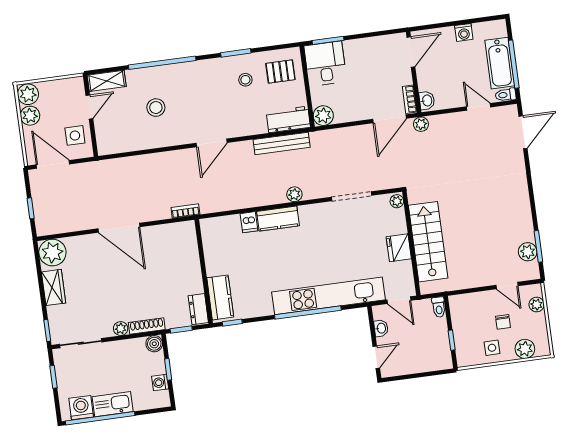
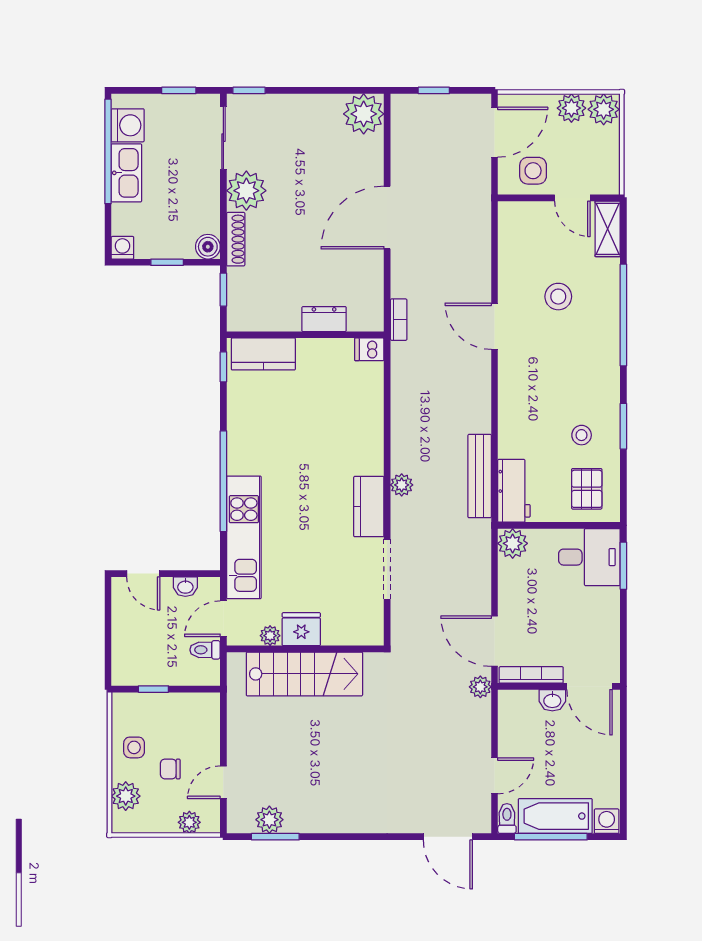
washing machine: (464, 32) -> (607, 821), moved, turned 90
bookcase: (410, 99) -> (531, 675), width x1.56
washbasin: (427, 101) -> (552, 700), moved
door: (212, 143) -> (495, 326), moved
plant: (397, 201) -> (270, 636), moved
kitchen counter: (278, 219) -> (369, 507), moved
dishwasher: (249, 222) -> (369, 349), moved
wardrobe: (54, 287) -> (312, 109), removed
kitchen unit: (328, 296) -> (244, 537), width x0.73
toilet: (439, 307) -> (205, 650), moved
dresser: (198, 309) -> (324, 319), moved
plant: (121, 329) -> (246, 191), width x1.87, depth x1.87
washing machine: (160, 382) -> (122, 248), moved

